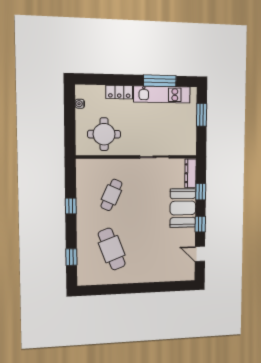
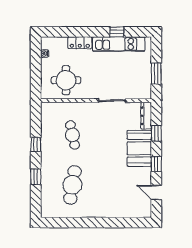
window: (160, 81) -> (117, 32), width x0.46
window: (202, 115) -> (156, 73), moved
cafe table: (111, 195) -> (72, 135), turned -36
cafe table: (112, 249) -> (72, 185), turned 30
window: (71, 257) -> (36, 177), moved

